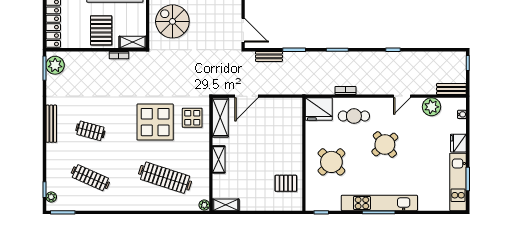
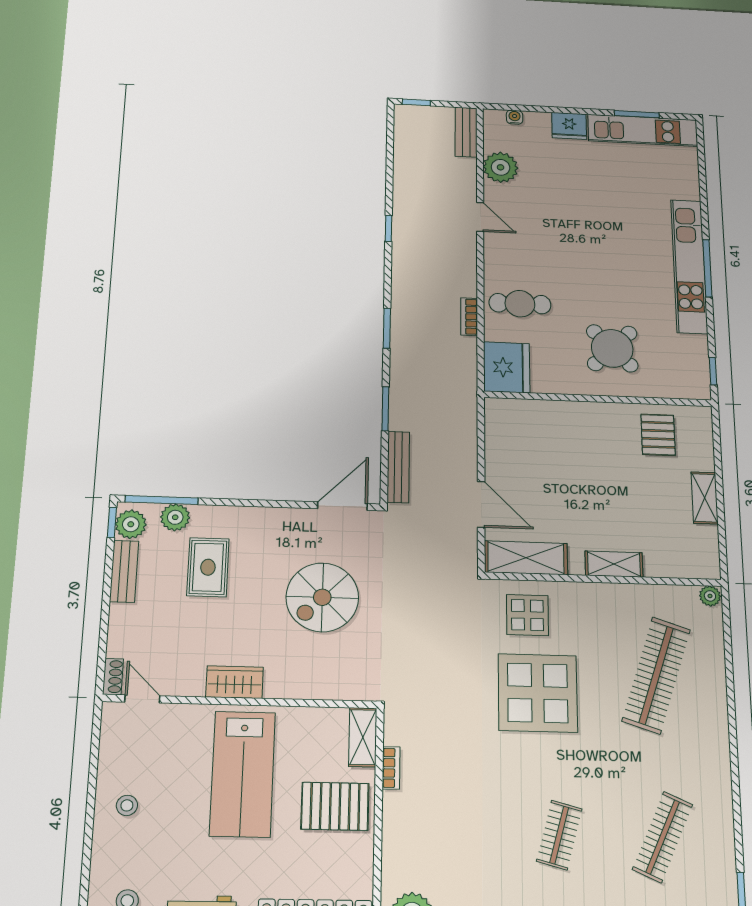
spiral stairs: (172, 21) -> (322, 597), moved
bench: (269, 56) -> (398, 467), width x1.36
cafe table: (354, 116) -> (520, 304), turned 90
round table: (385, 145) -> (575, 251), removed
shelving: (226, 205) -> (705, 498), moved

